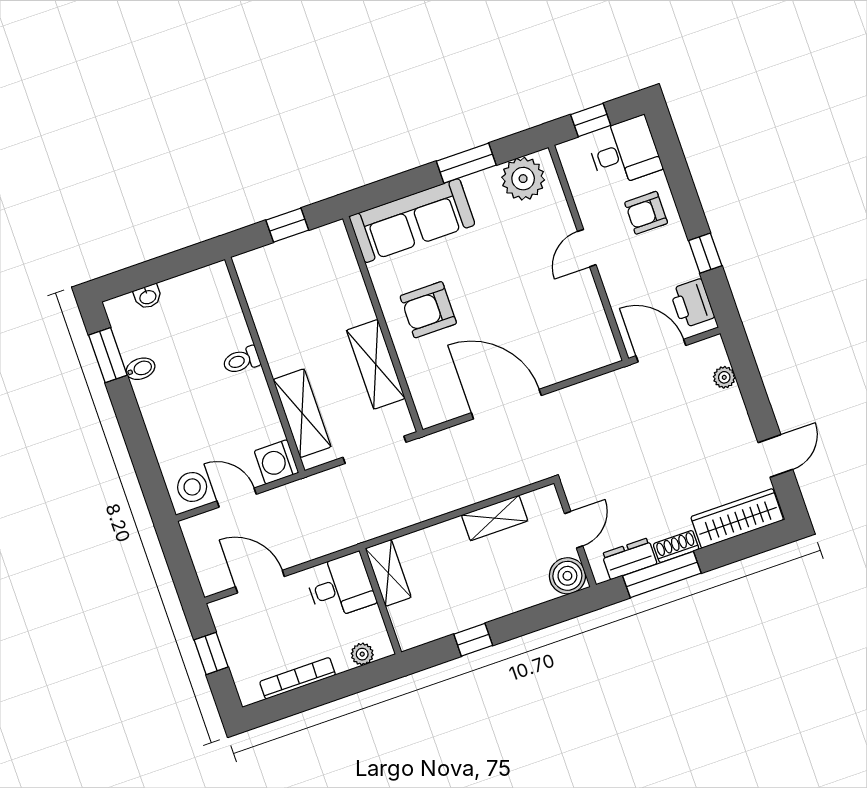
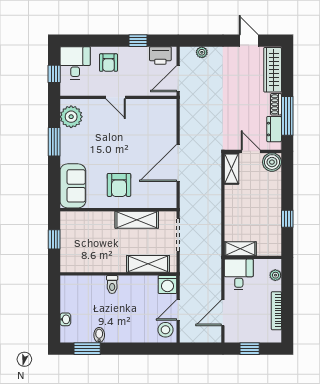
sofa: (412, 221) -> (73, 186), width x0.73
shelving: (495, 518) -> (232, 169), moved

